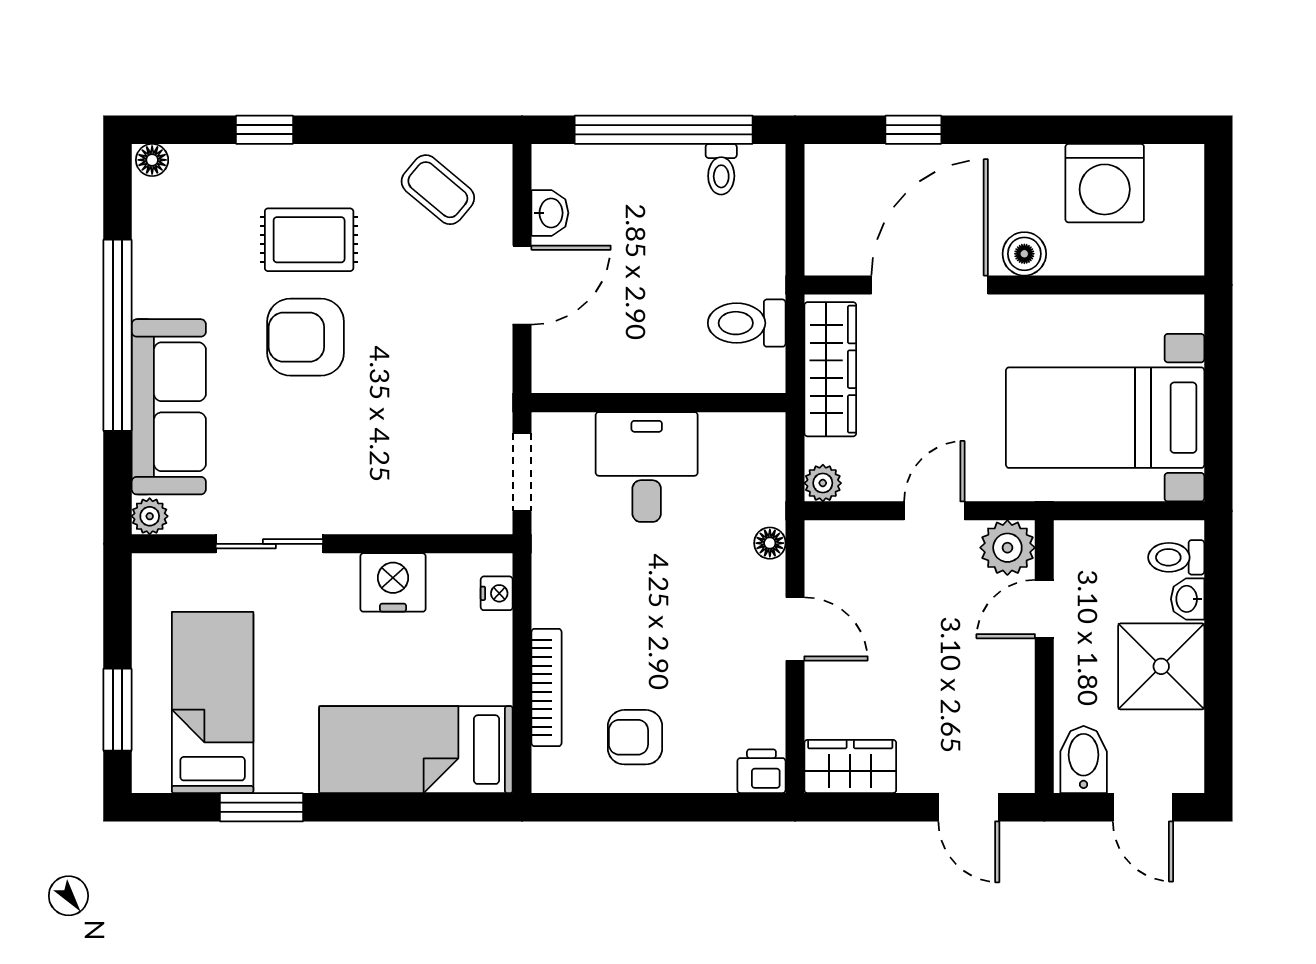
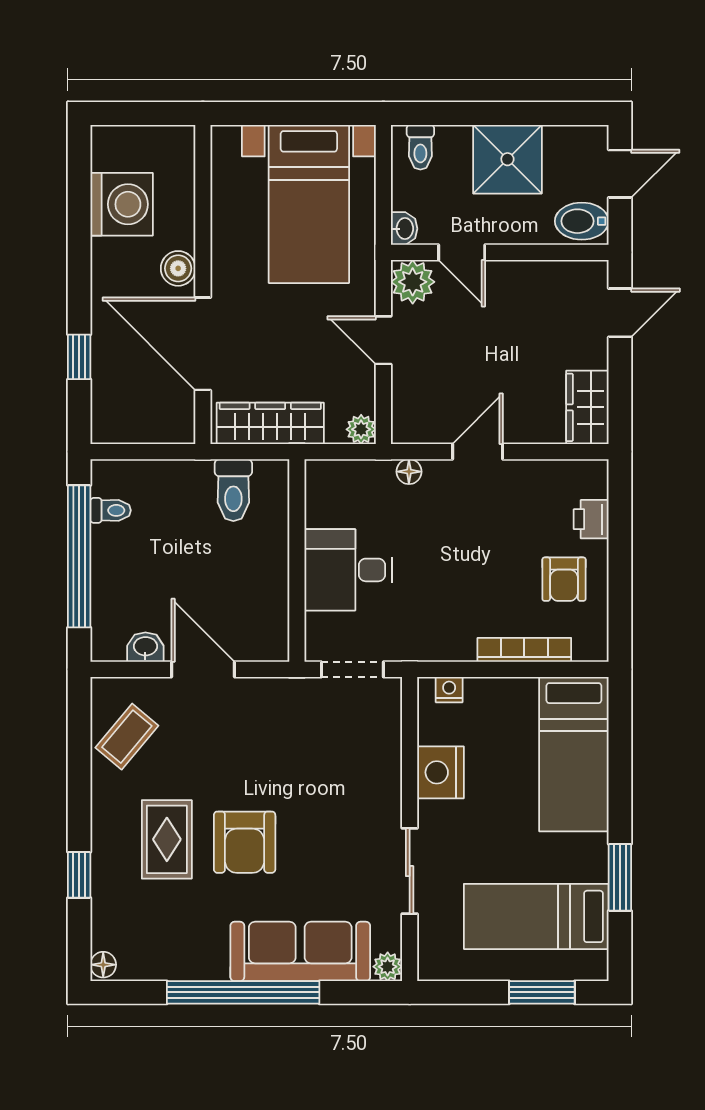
washbasin: (1188, 599) -> (404, 229), moved, turned -90
printer: (761, 771) -> (591, 519), moved

